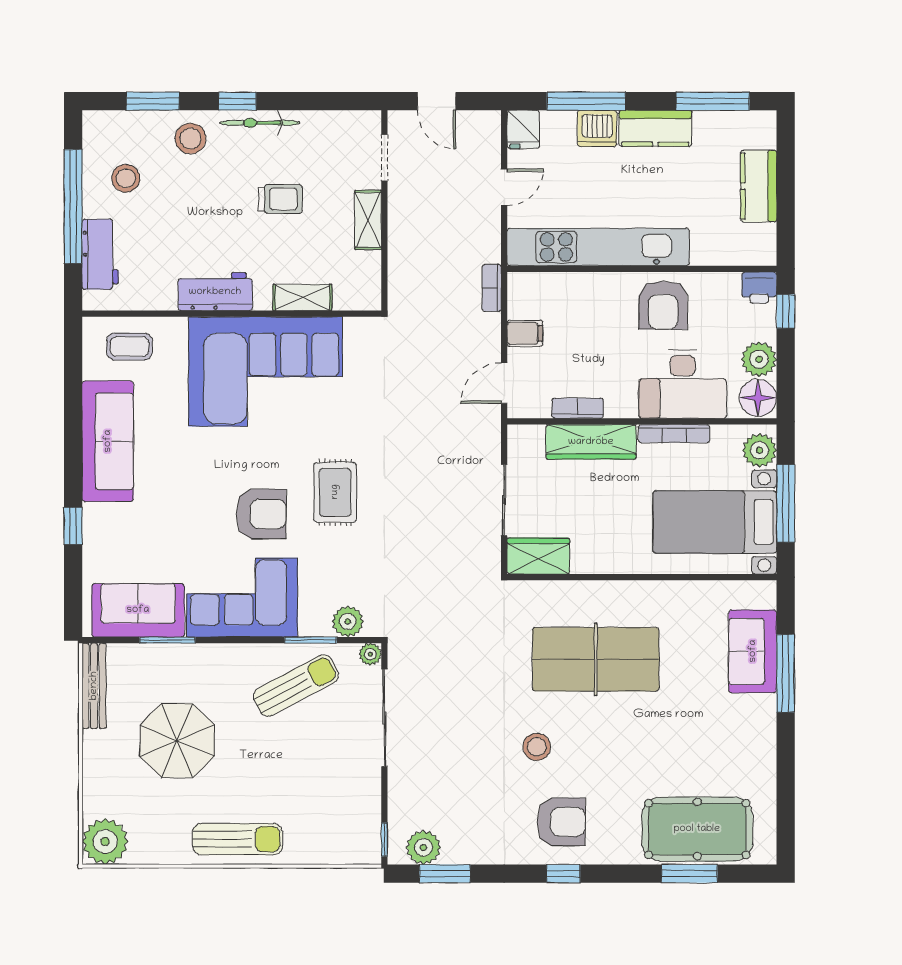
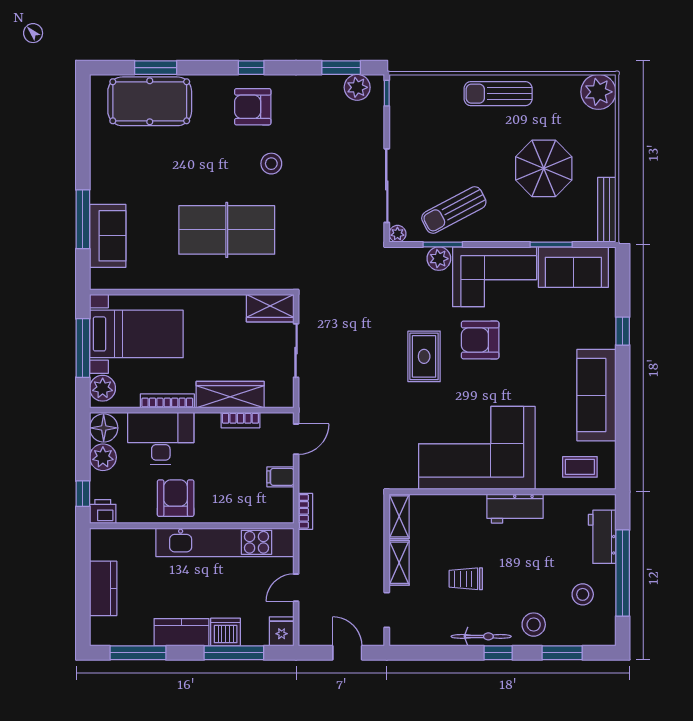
shelving: (302, 297) -> (399, 516), moved, turned 90
plant: (348, 621) -> (439, 259), moved

